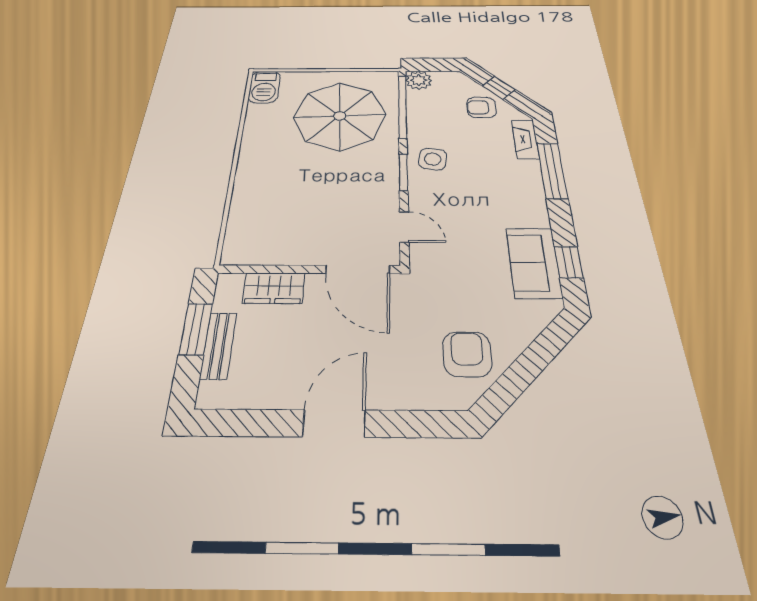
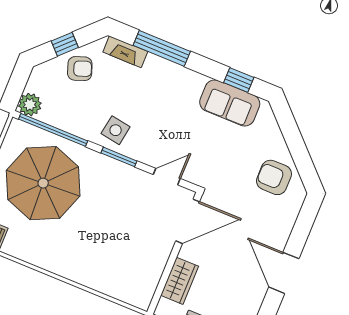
armchair: (481, 107) -> (80, 69), turned -110

